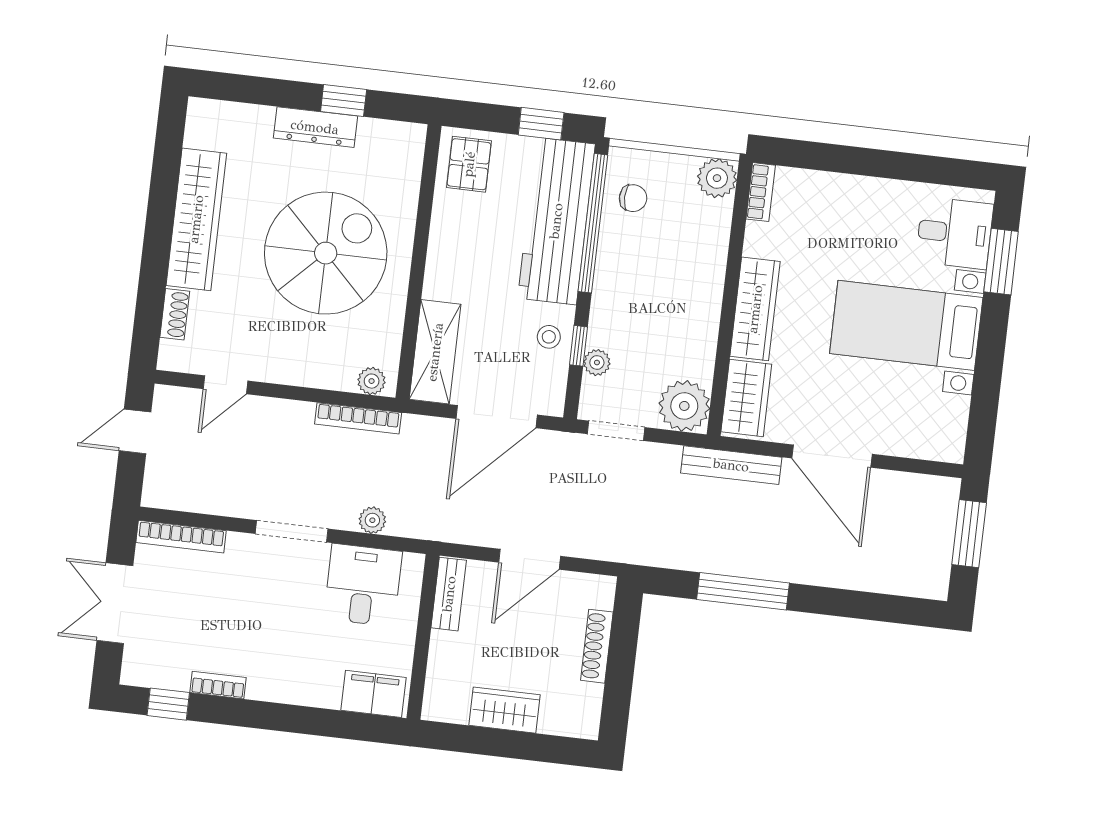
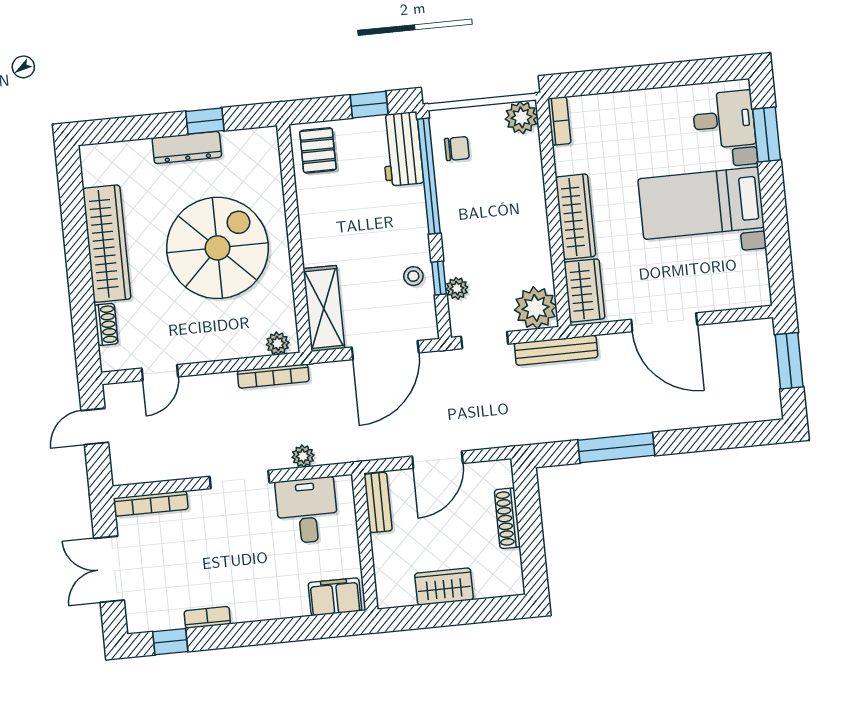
workbench: (556, 221) -> (402, 149), width x0.53, depth x0.76
bench: (731, 465) -> (556, 350), moved

